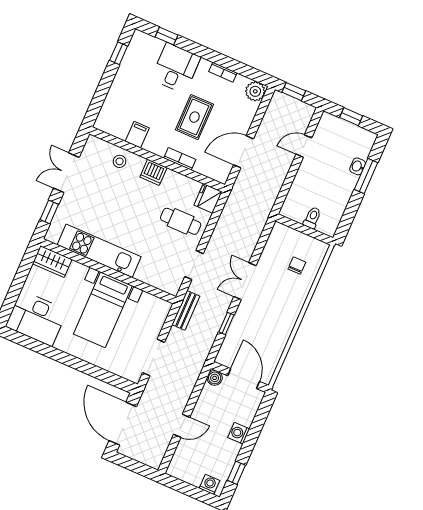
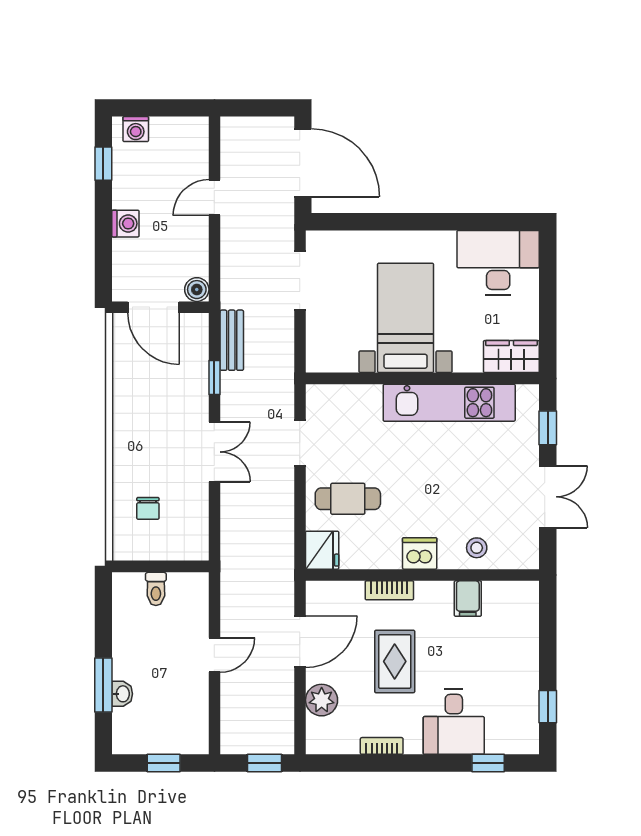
plant: (255, 91) -> (322, 700), moved
door: (304, 146) -> (214, 655), moved
bench: (186, 310) -> (232, 340), moved

